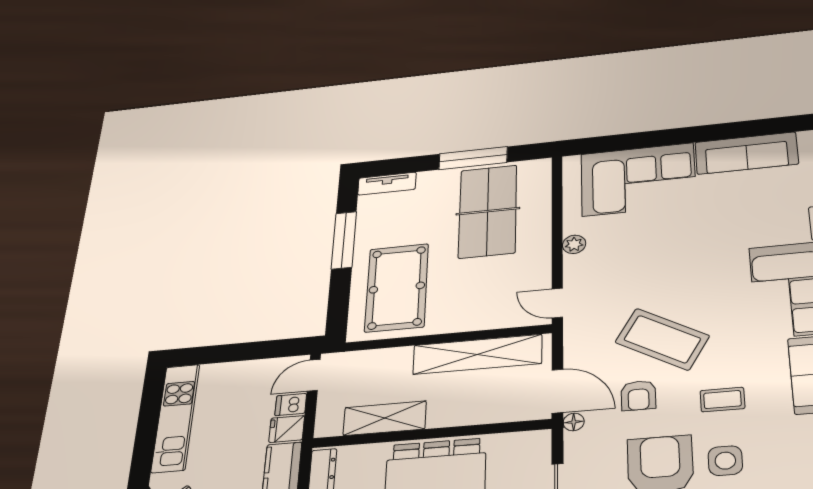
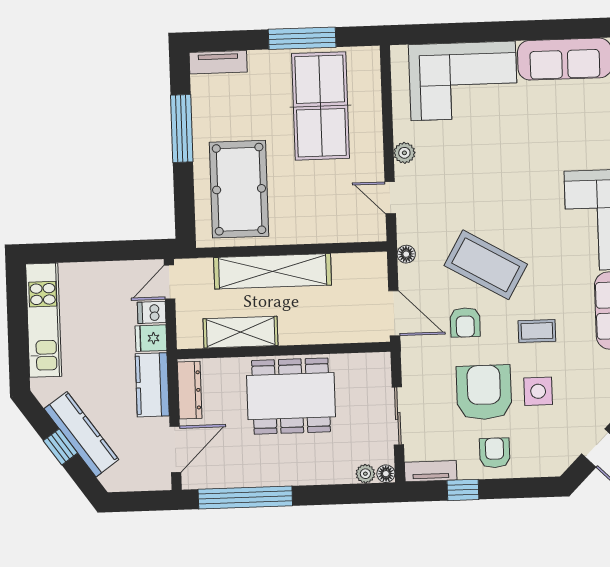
door: (557, 303) -> (390, 198), moved
shelving: (477, 354) -> (273, 271), moved
floor lamp: (574, 422) -> (406, 254), moved

